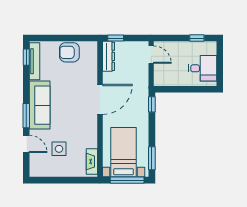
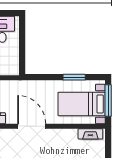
window: (152, 104) -> (36, 77), removed
window: (152, 158) -> (74, 77), moved

